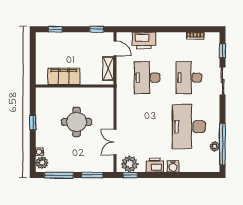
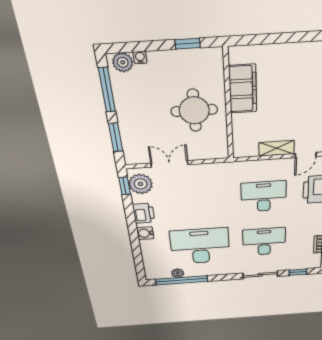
filing cabinet: (64, 76) -> (243, 89), moved
wall: (75, 86) -> (228, 106), moved

